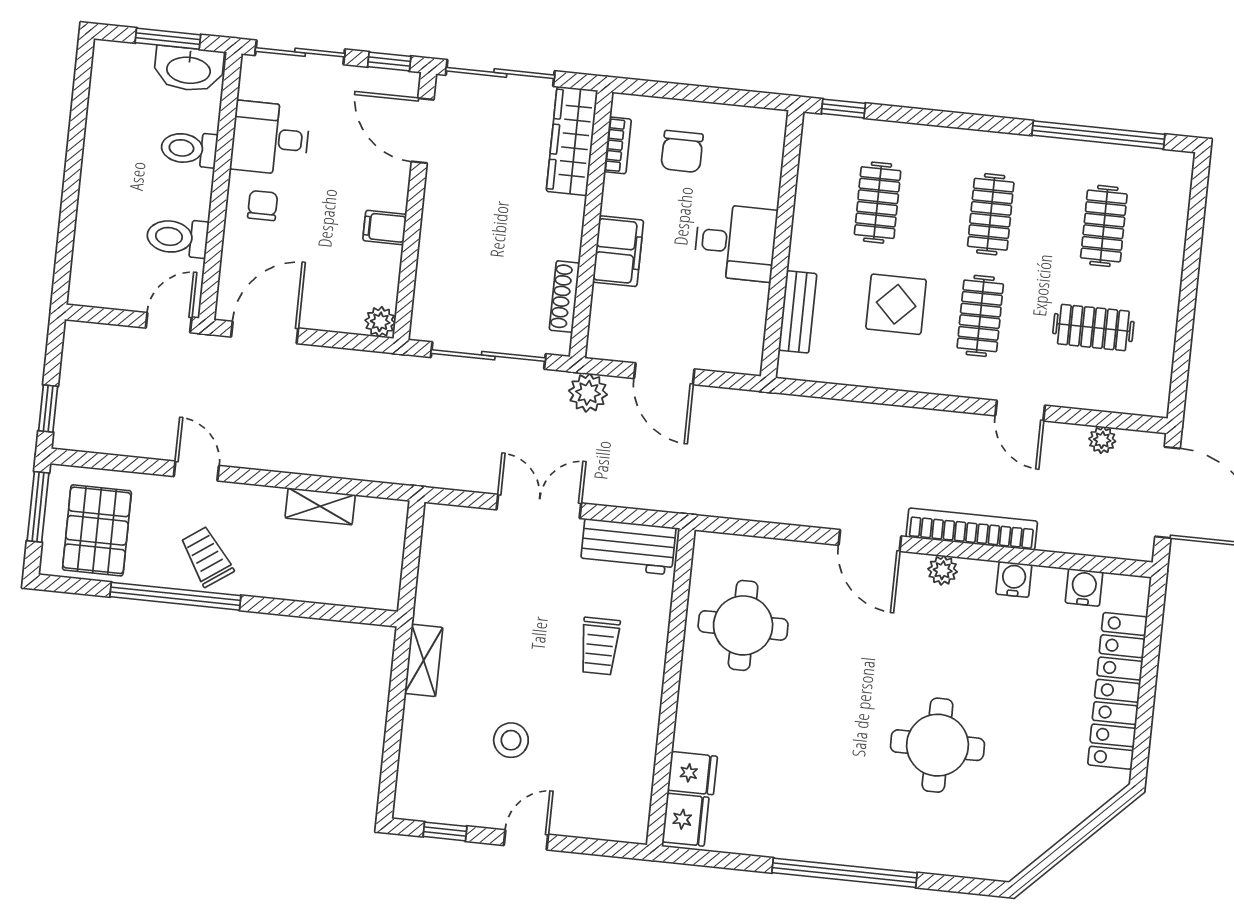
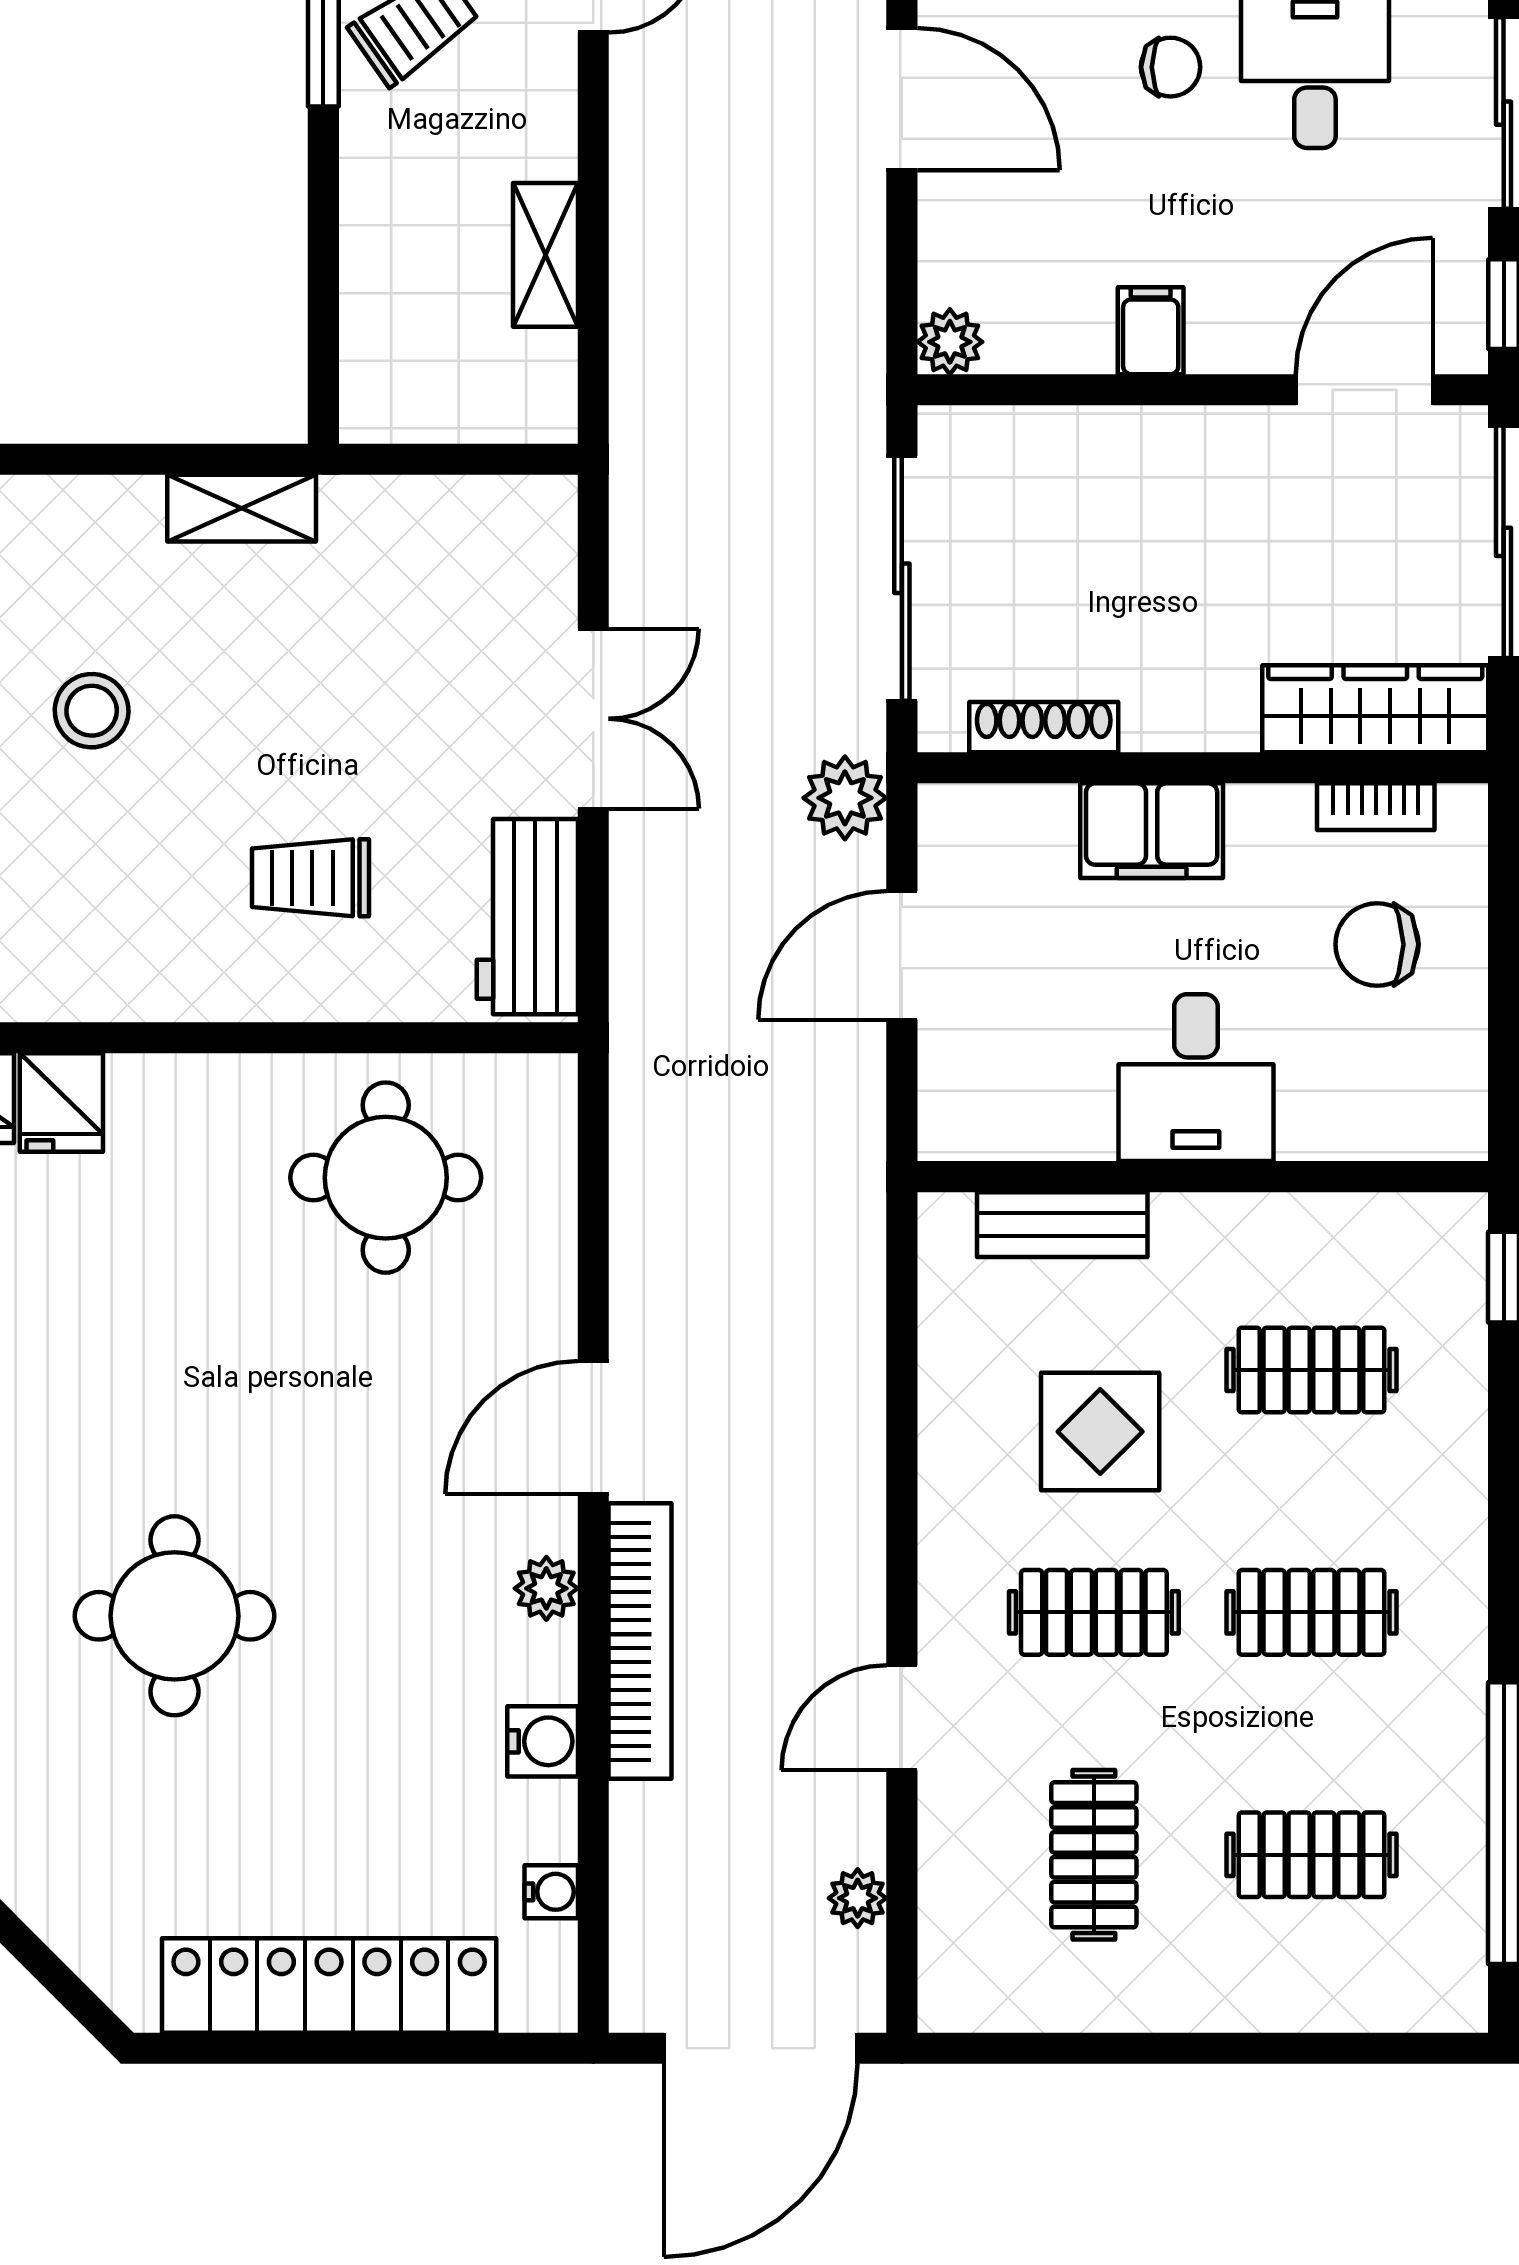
water cooler: (1084, 587) -> (551, 1892), width x0.72, depth x0.72

